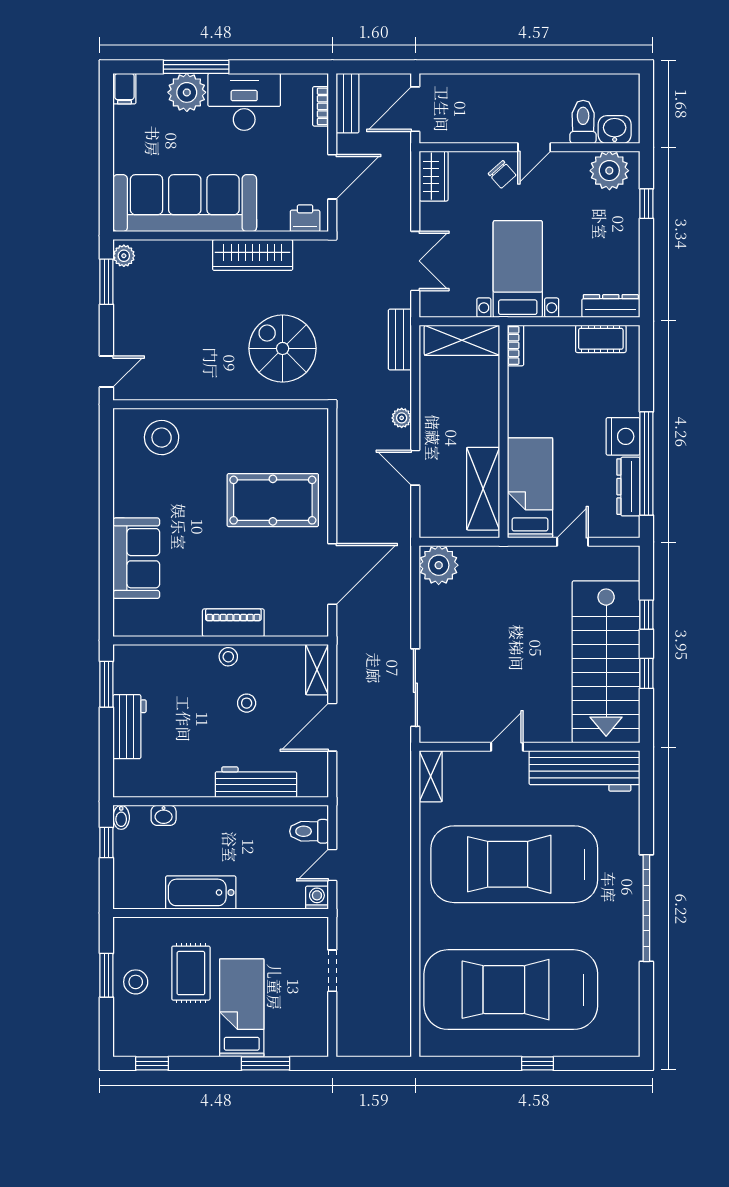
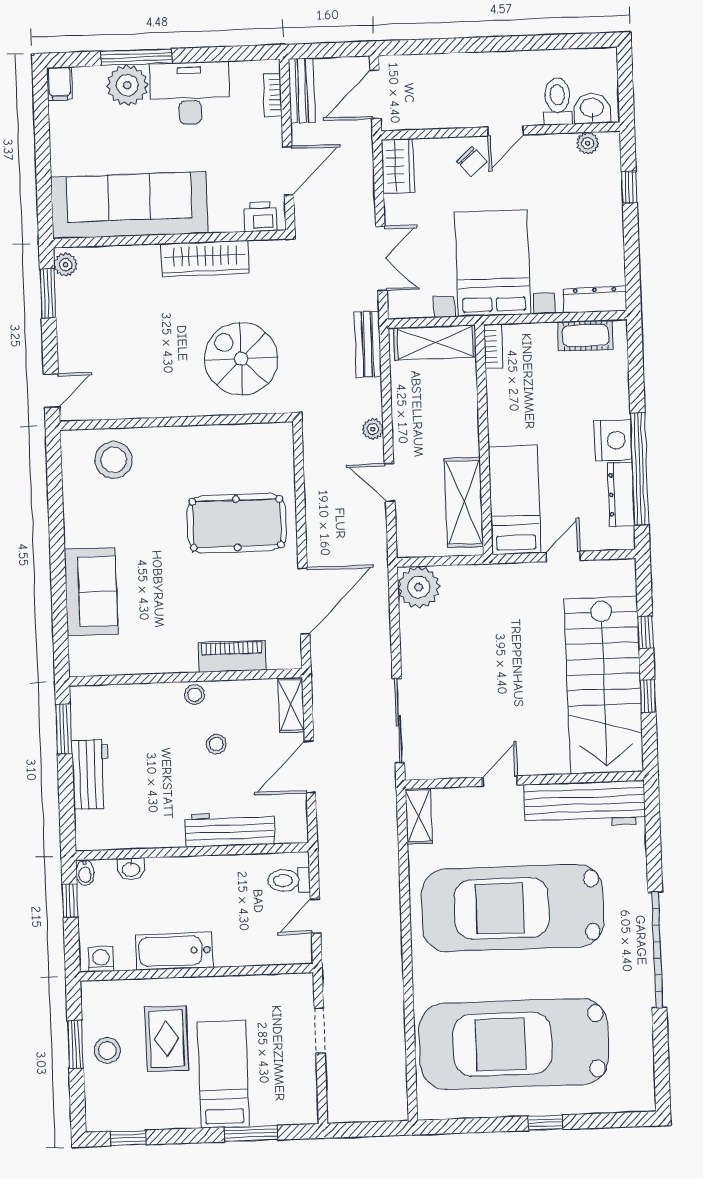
plant: (609, 171) -> (588, 143), width x0.53, depth x0.53
bed with nightstands: (518, 269) -> (493, 263), width x1.36
piano: (233, 623) -> (232, 656), moved
washing machine: (317, 898) -> (101, 959), moved

